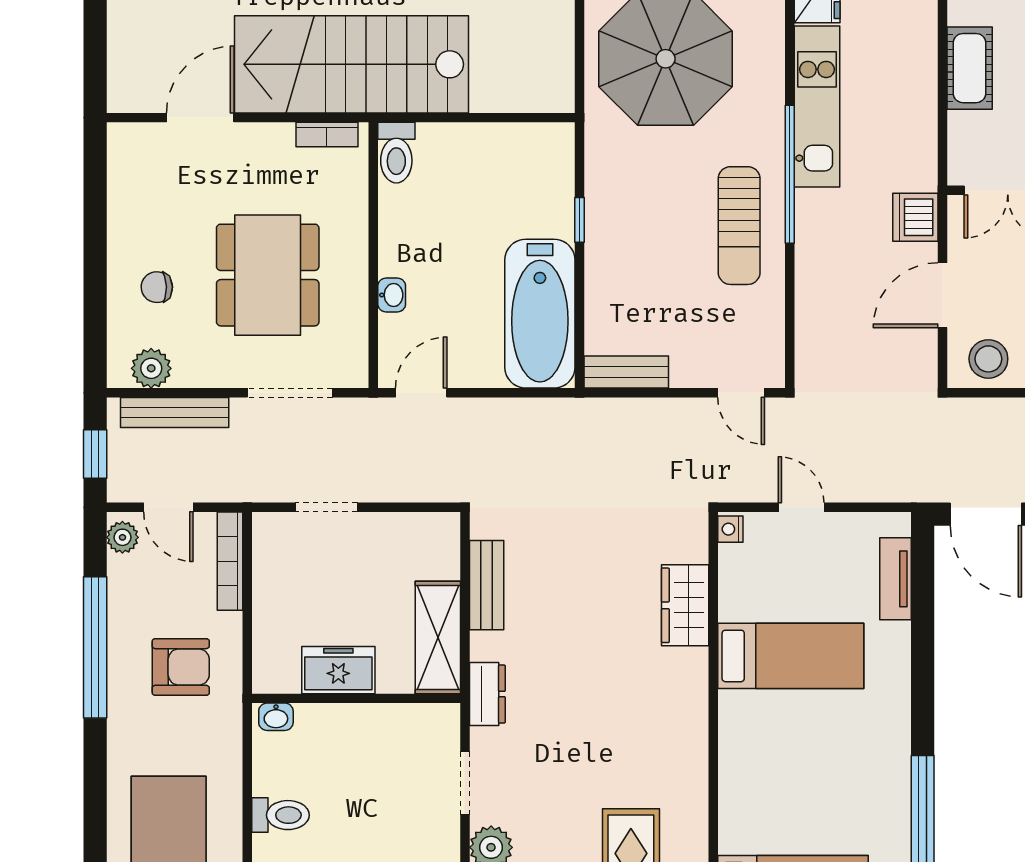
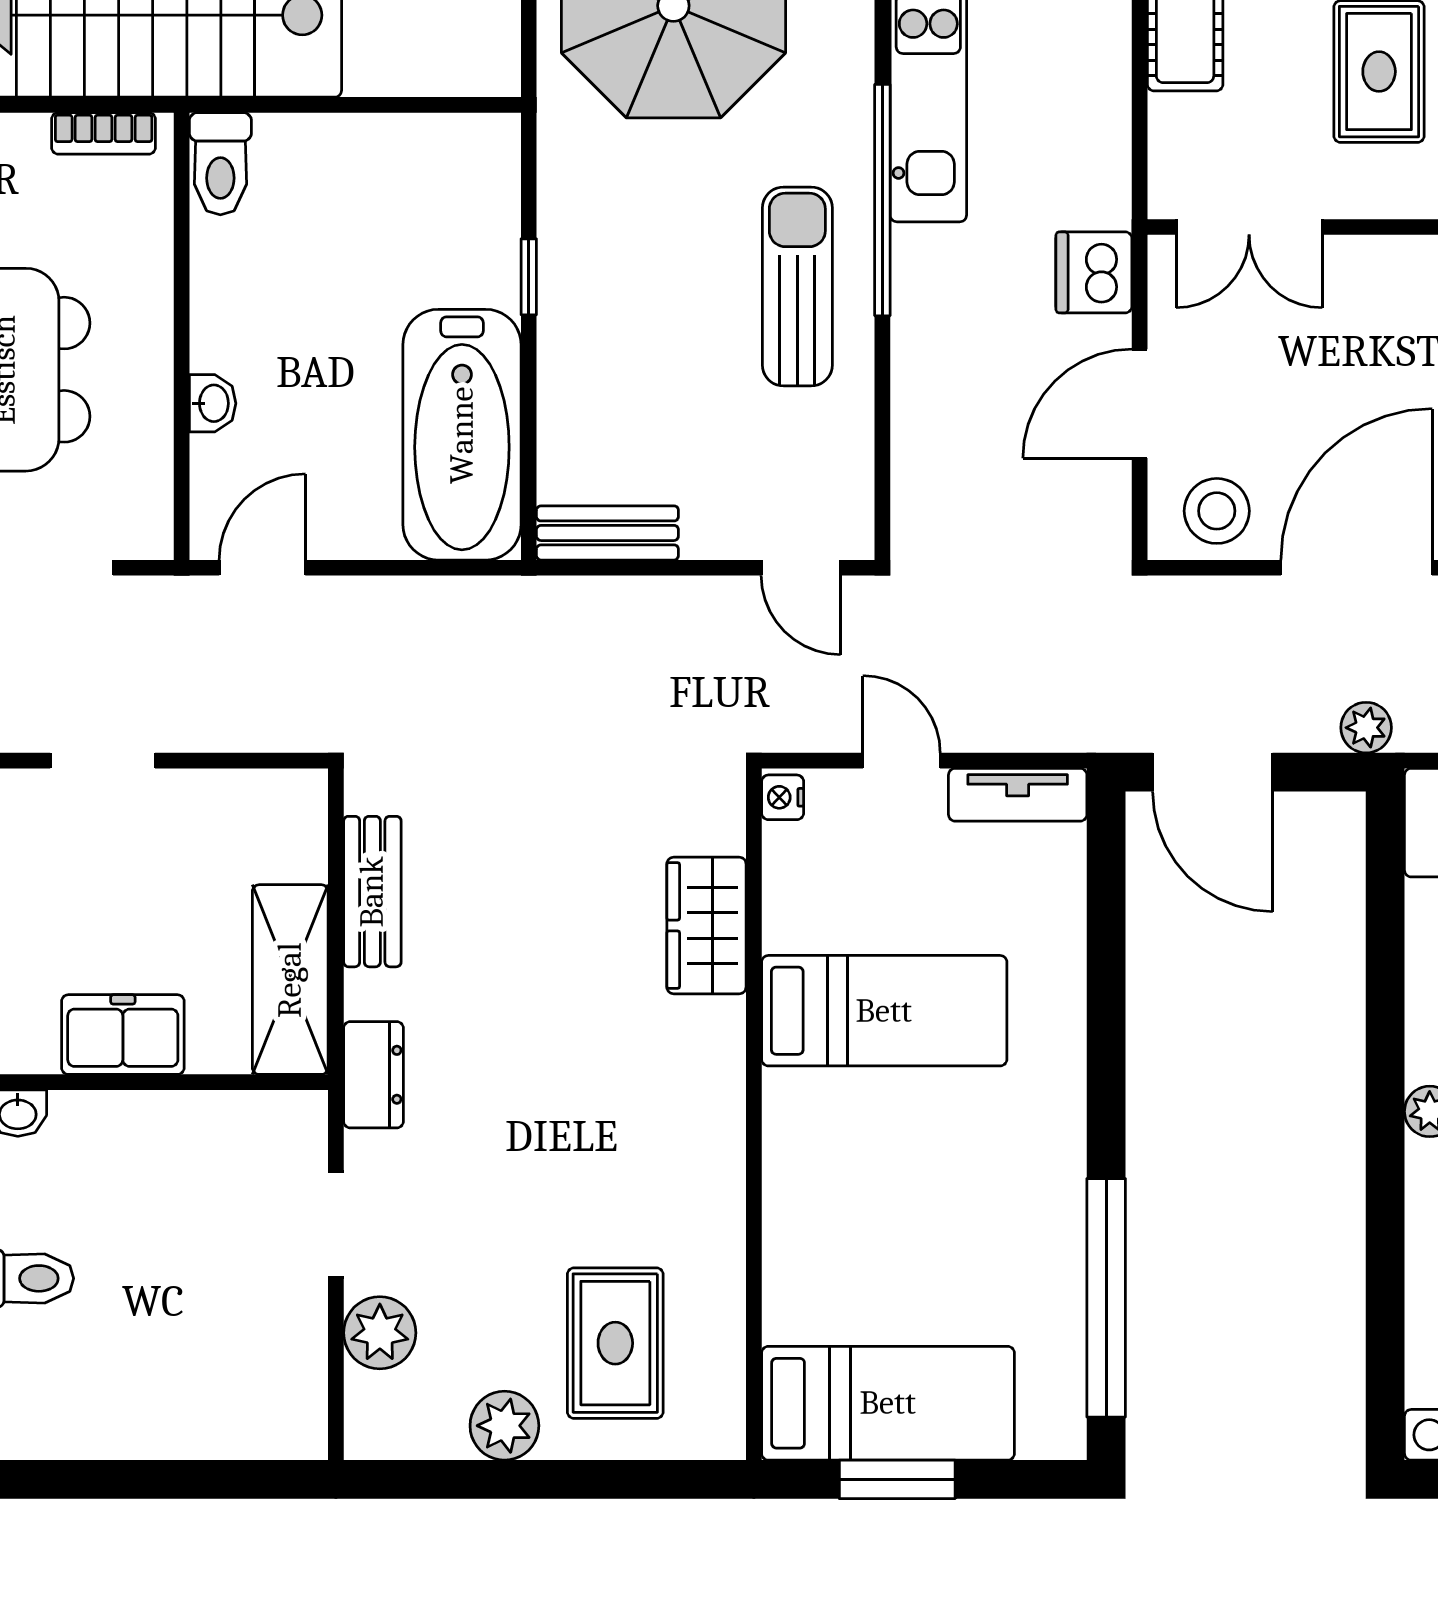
sun lounger: (739, 226) -> (797, 286), turned 180
tv unit: (895, 579) -> (1018, 795), moved, turned -90

